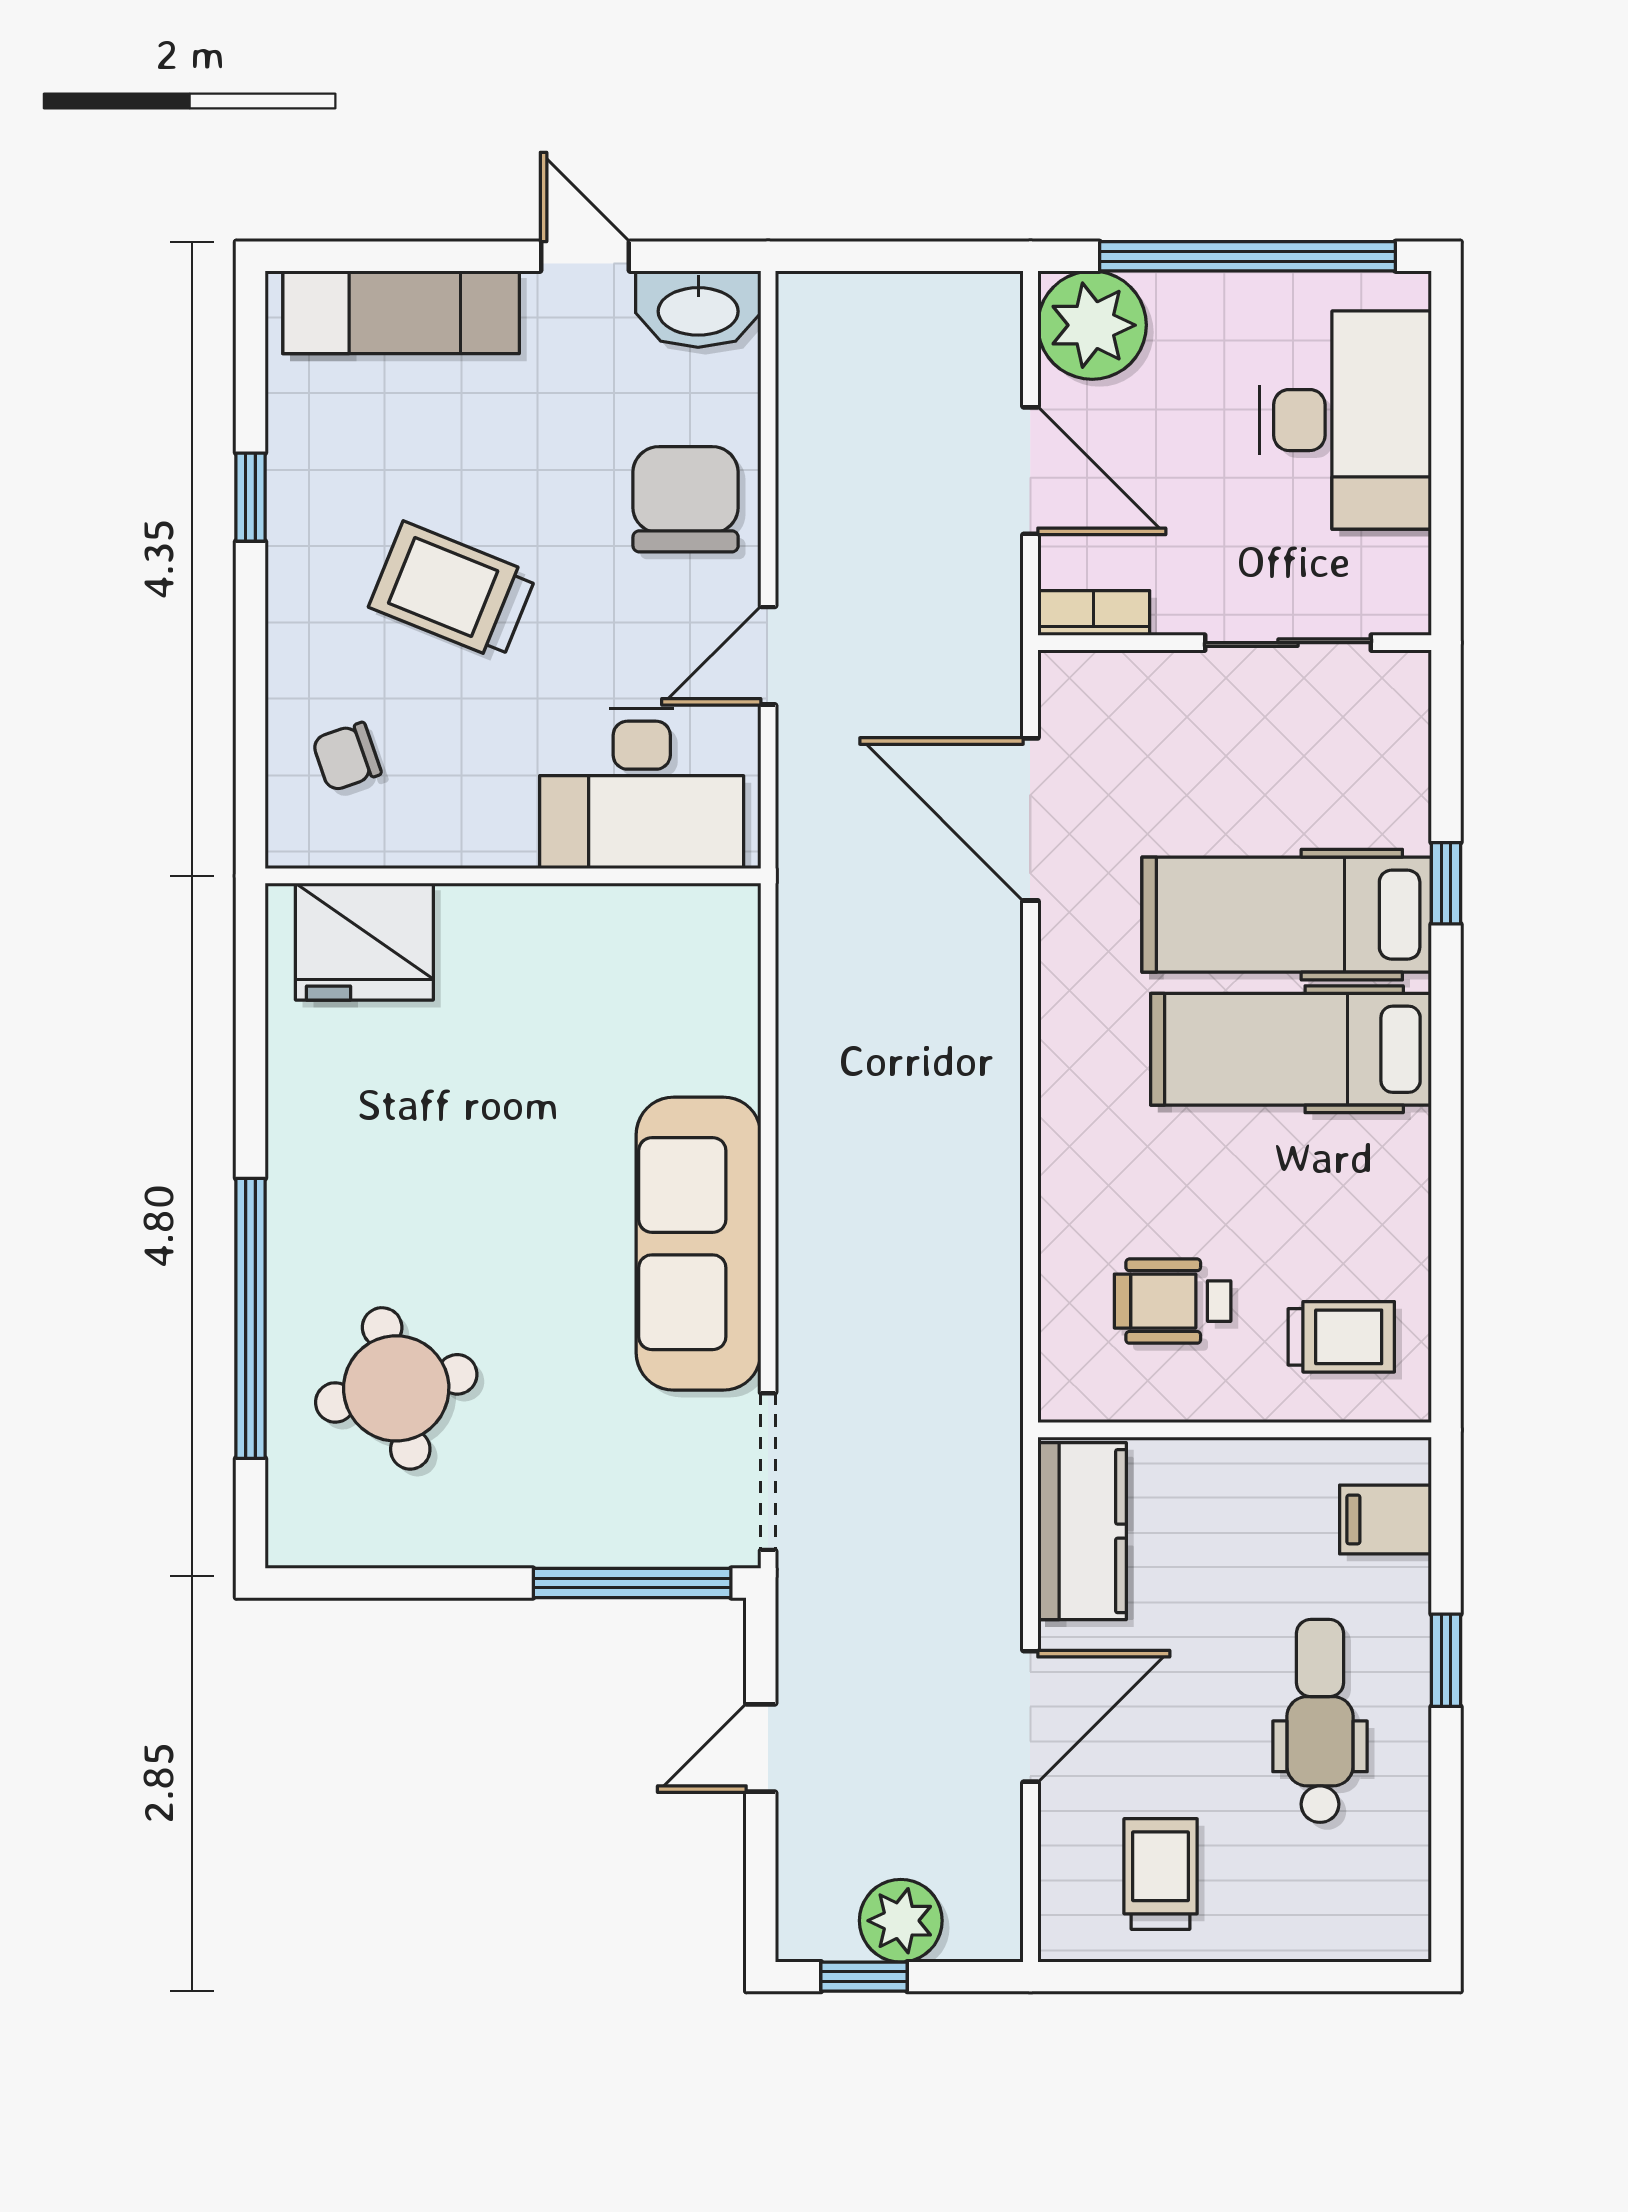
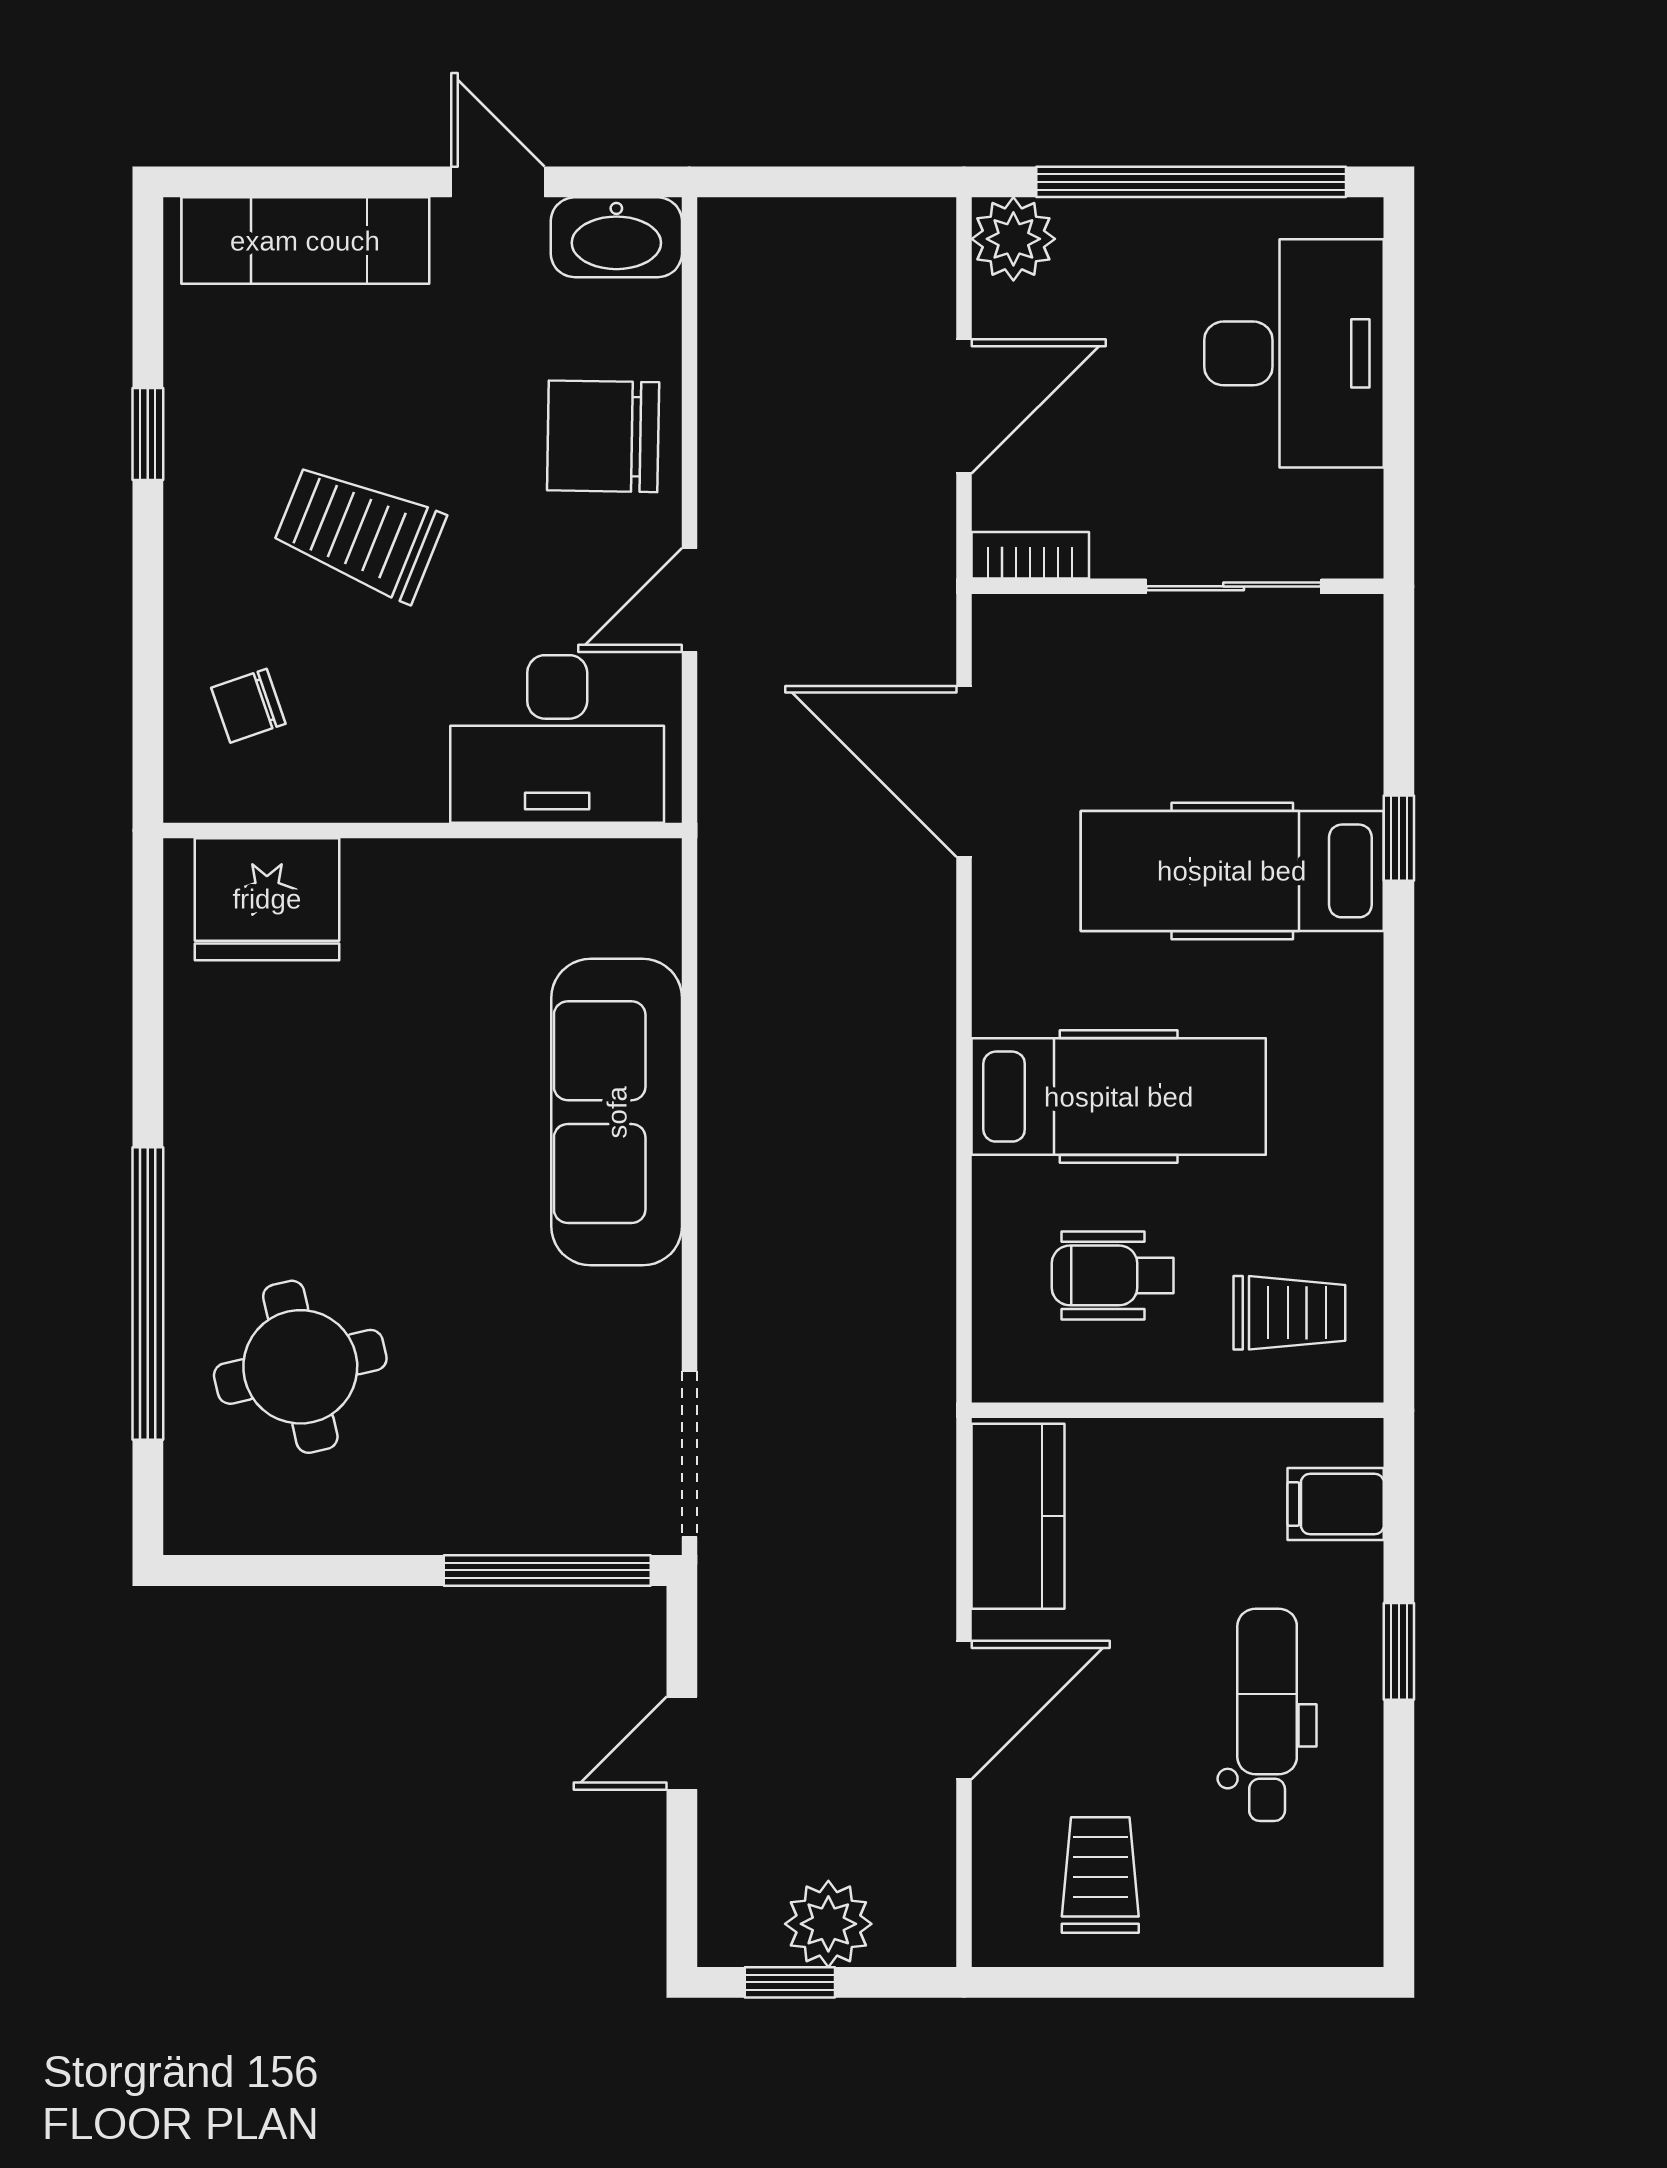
plant: (1092, 325) -> (1013, 239), width x0.73, depth x0.73
door: (1030, 471) -> (964, 406), hinge flipped
chair: (686, 499) -> (603, 436), turned -89
hospital bed: (1291, 1049) -> (1119, 1097), moved, turned 180
sofa: (698, 1244) -> (617, 1112), moved

